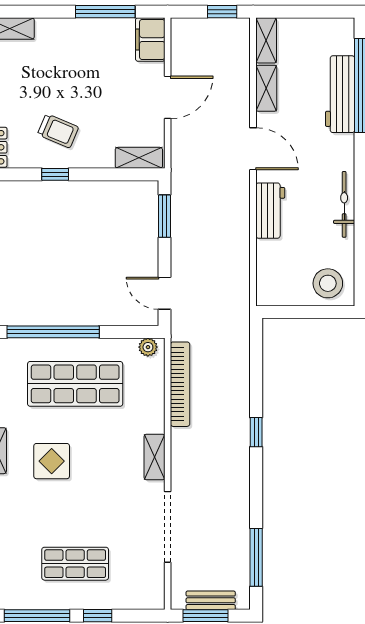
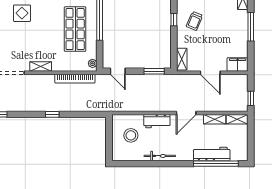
window: (105, 12) -> (251, 27), moved
stool: (328, 283) -> (131, 135), moved
door: (165, 293) -> (118, 71), swing flipped
display table: (52, 461) -> (22, 13), moved

